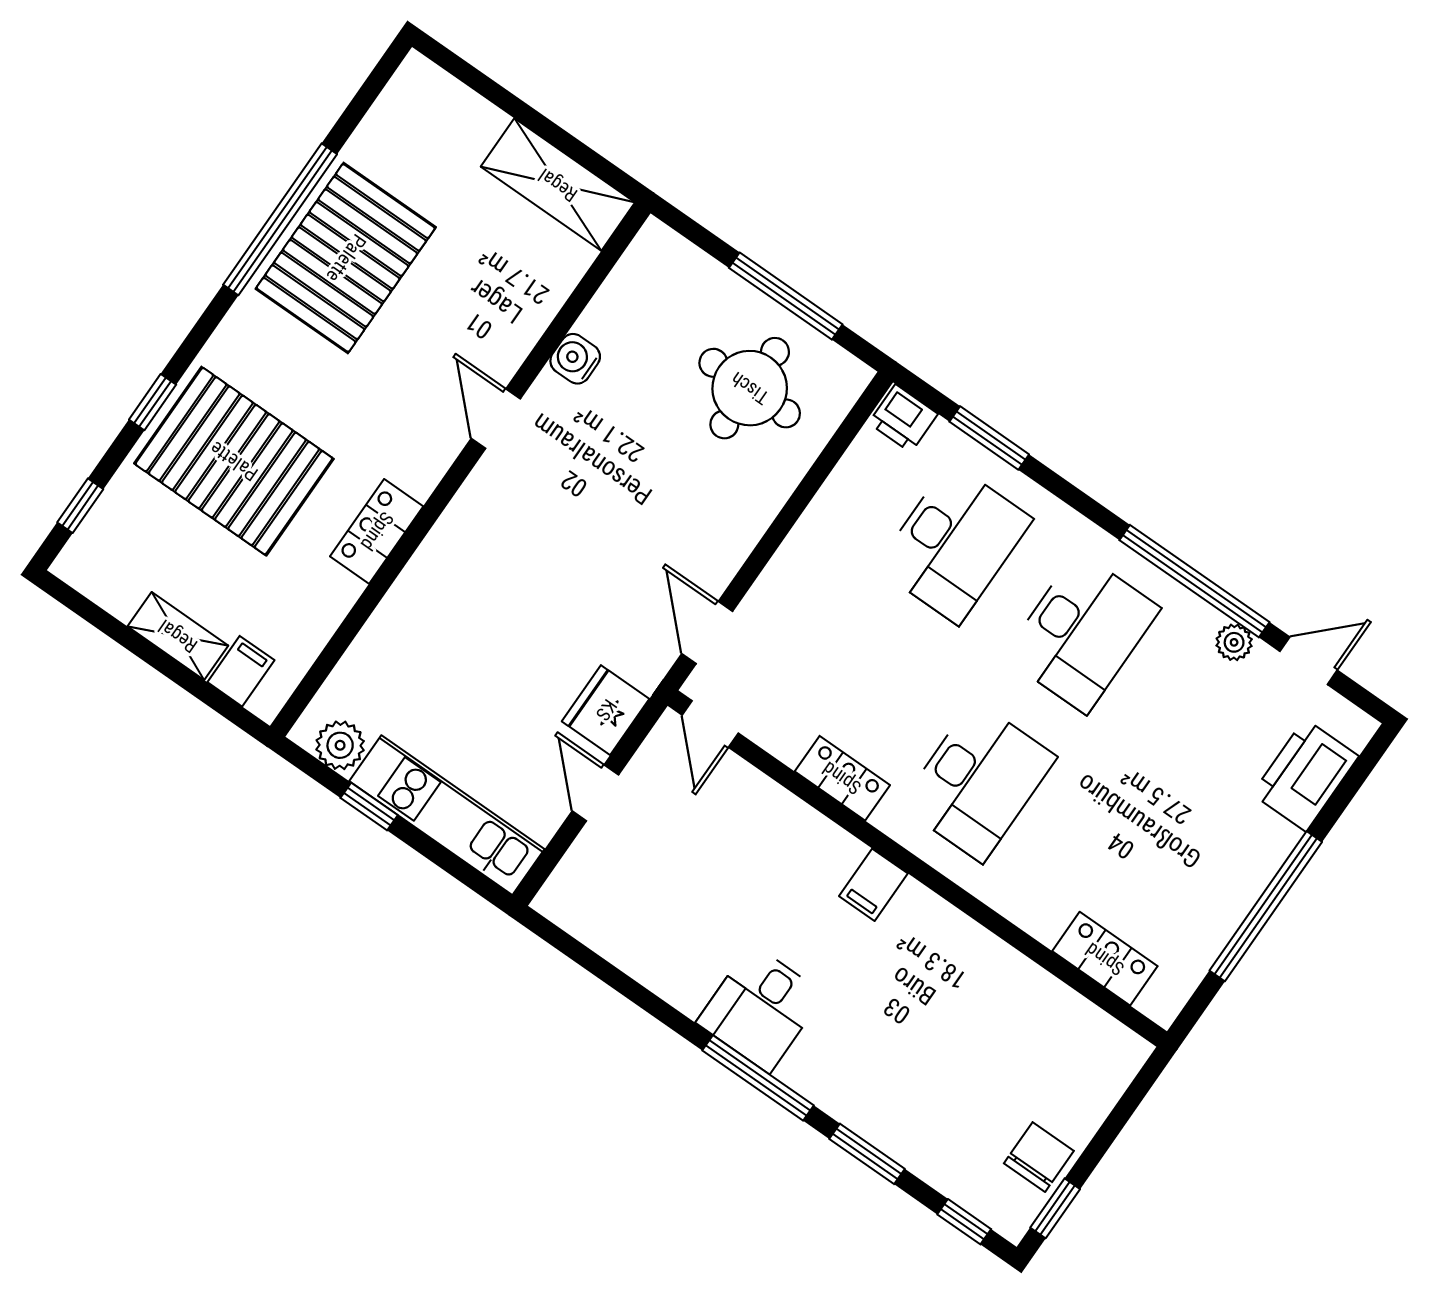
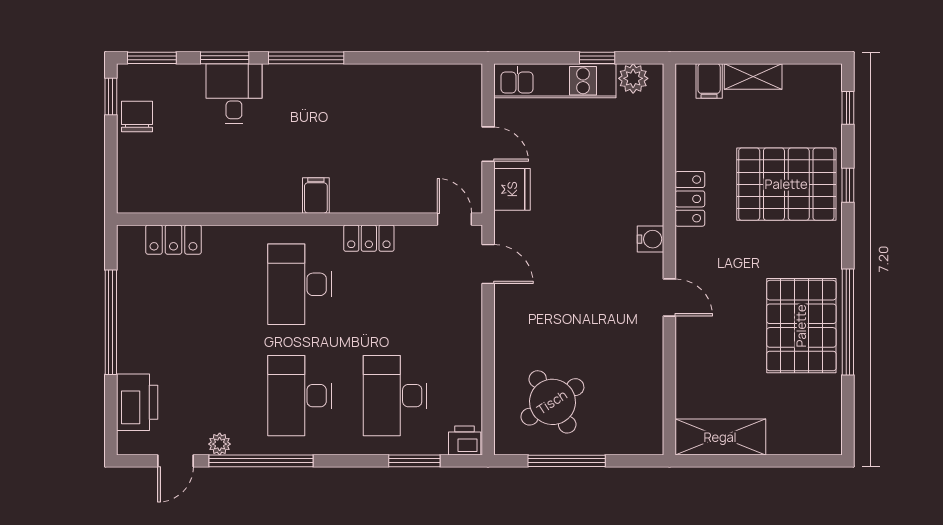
water cooler: (575, 359) -> (651, 239), moved
round table: (750, 388) -> (552, 402), turned -33
desk: (760, 1008) -> (234, 94), moved
chair: (1039, 1157) -> (137, 117), turned 180
window: (964, 1222) -> (152, 58), width x1.50

